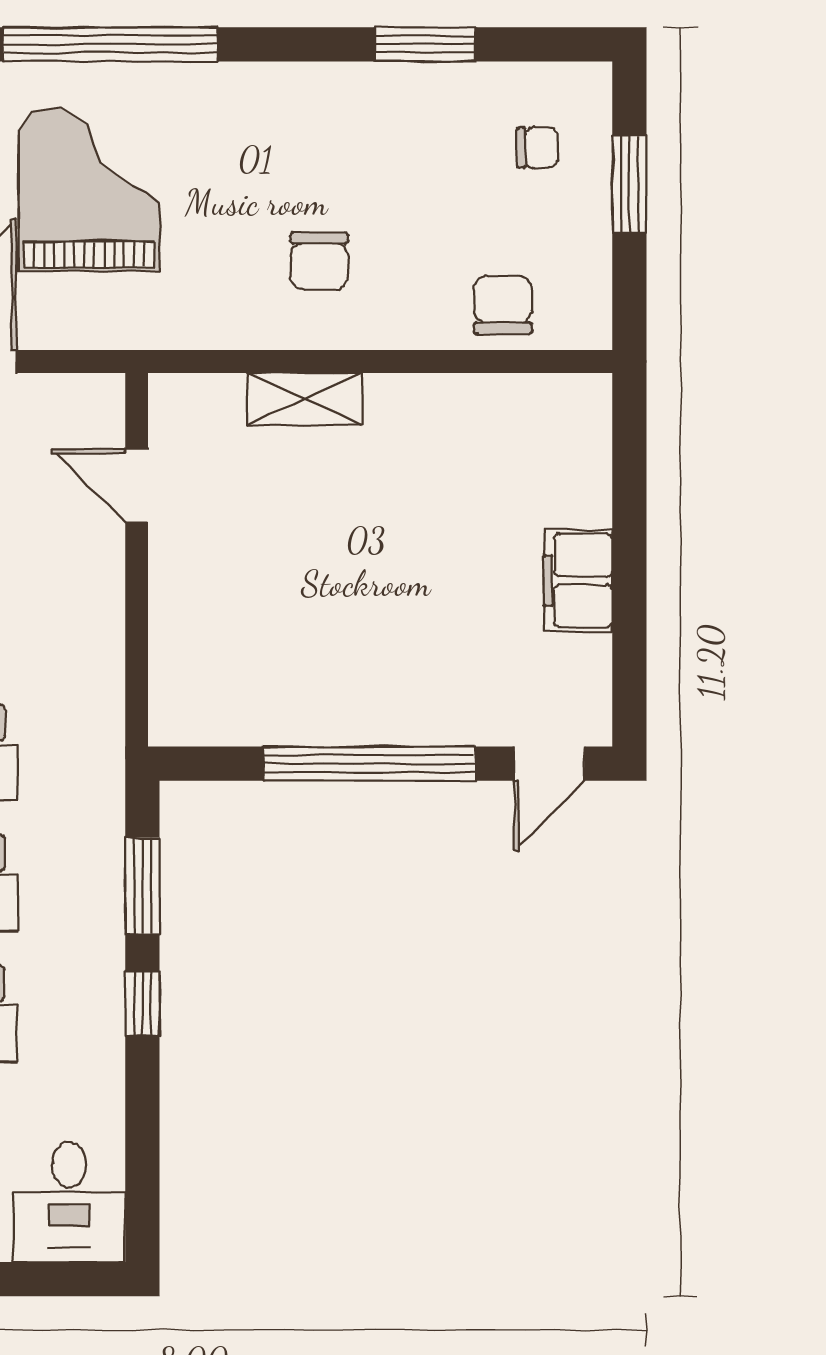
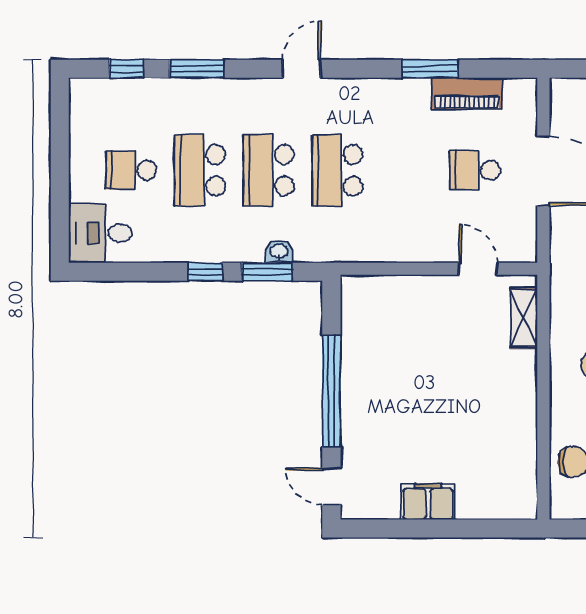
shelving: (304, 399) -> (524, 318), moved
door: (137, 485) -> (478, 269), hinge flipped
washbasin: (104, 863) -> (279, 252), added

